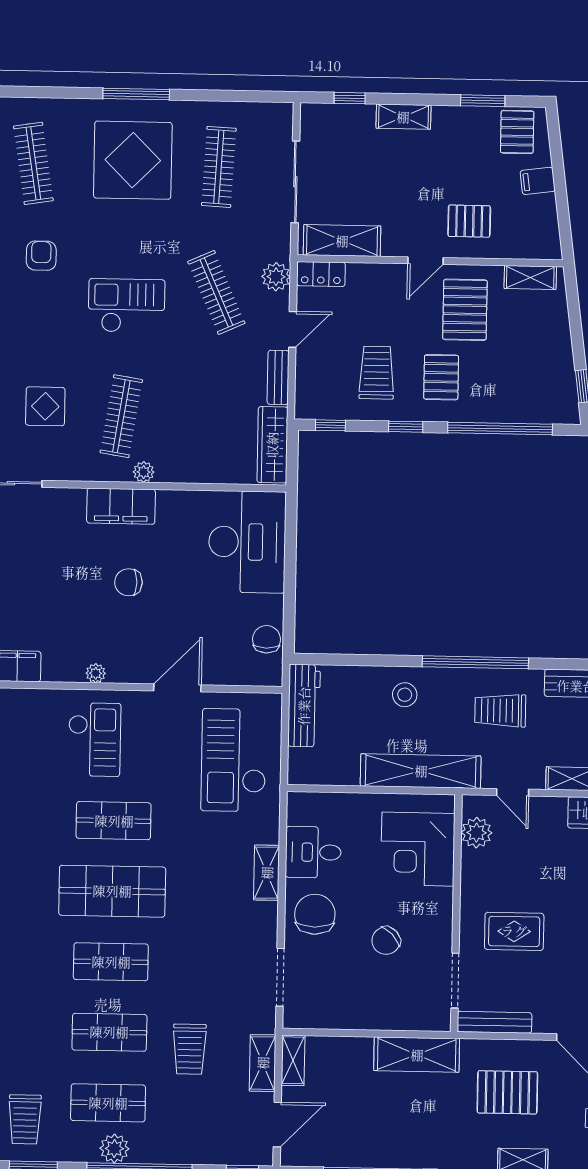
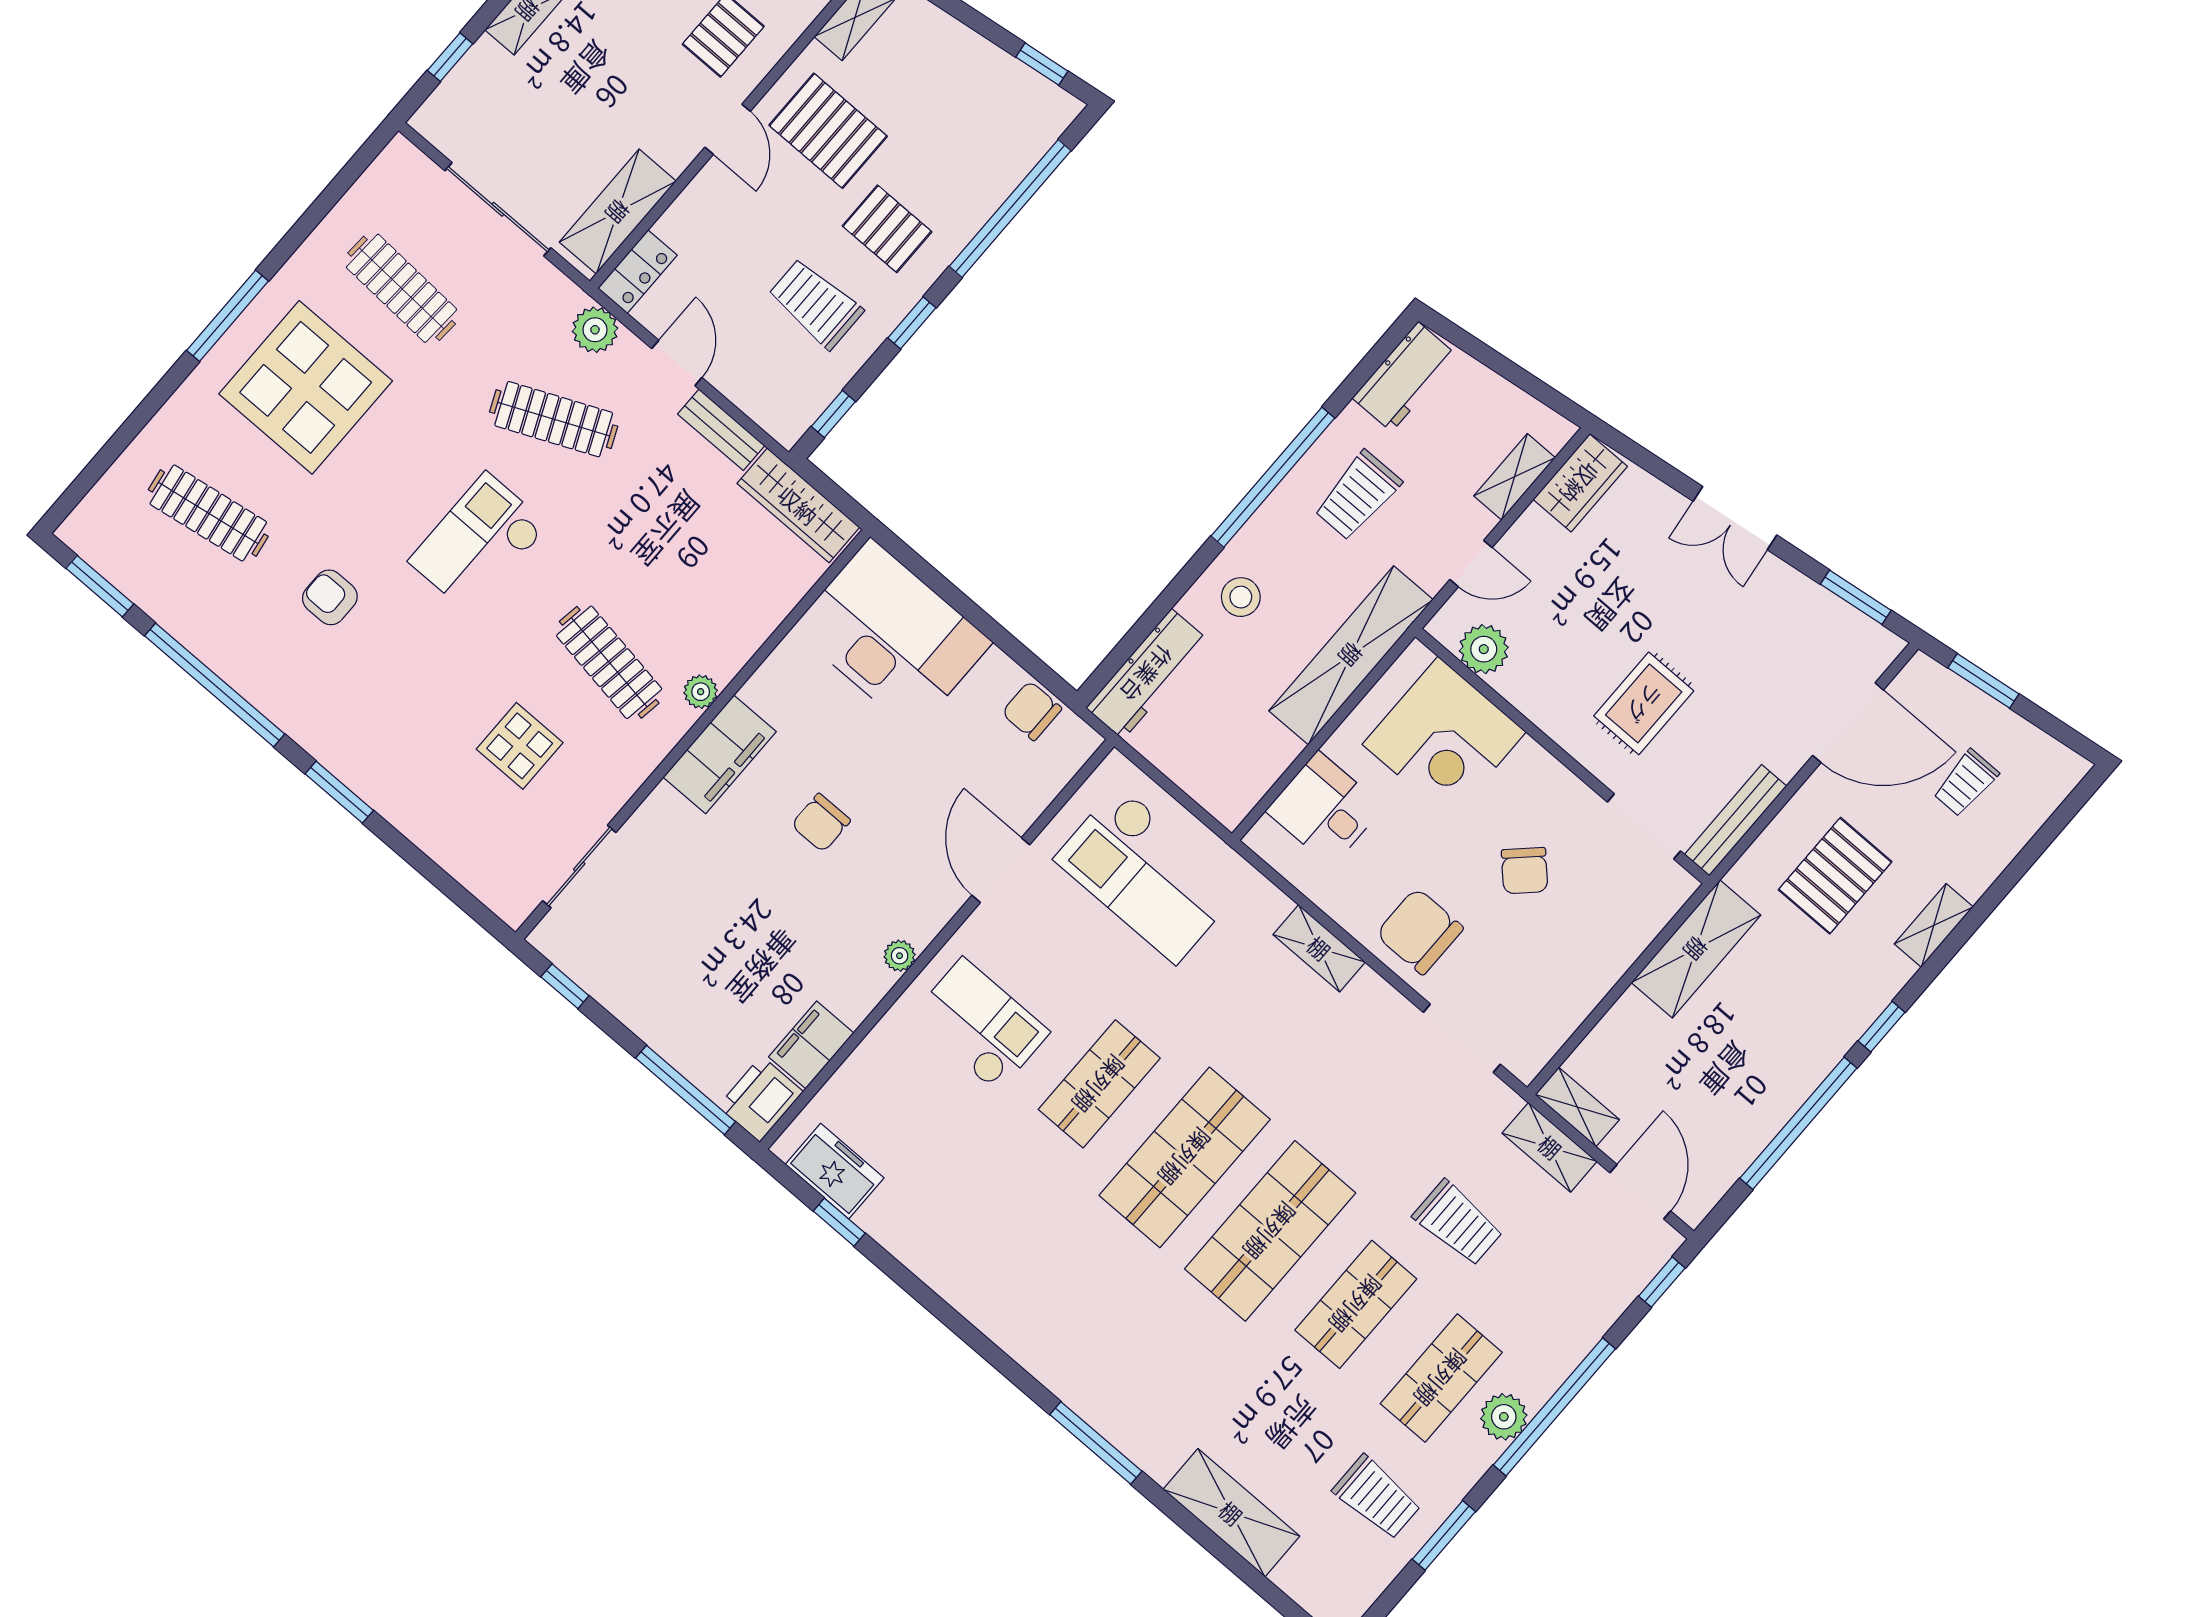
workbench: (304, 706) -> (1147, 674), moved, turned 90
desk: (313, 852) -> (1325, 809), moved, turned 90
shop shelf: (111, 962) -> (1270, 1231), width x1.43, depth x1.36

